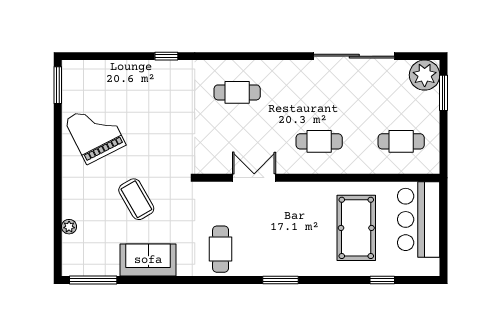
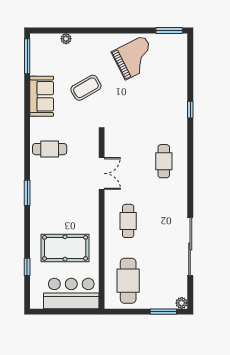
plant: (425, 75) -> (182, 303), width x0.53, depth x0.53
cafe table: (401, 141) -> (128, 281), width x1.37, depth x1.35

